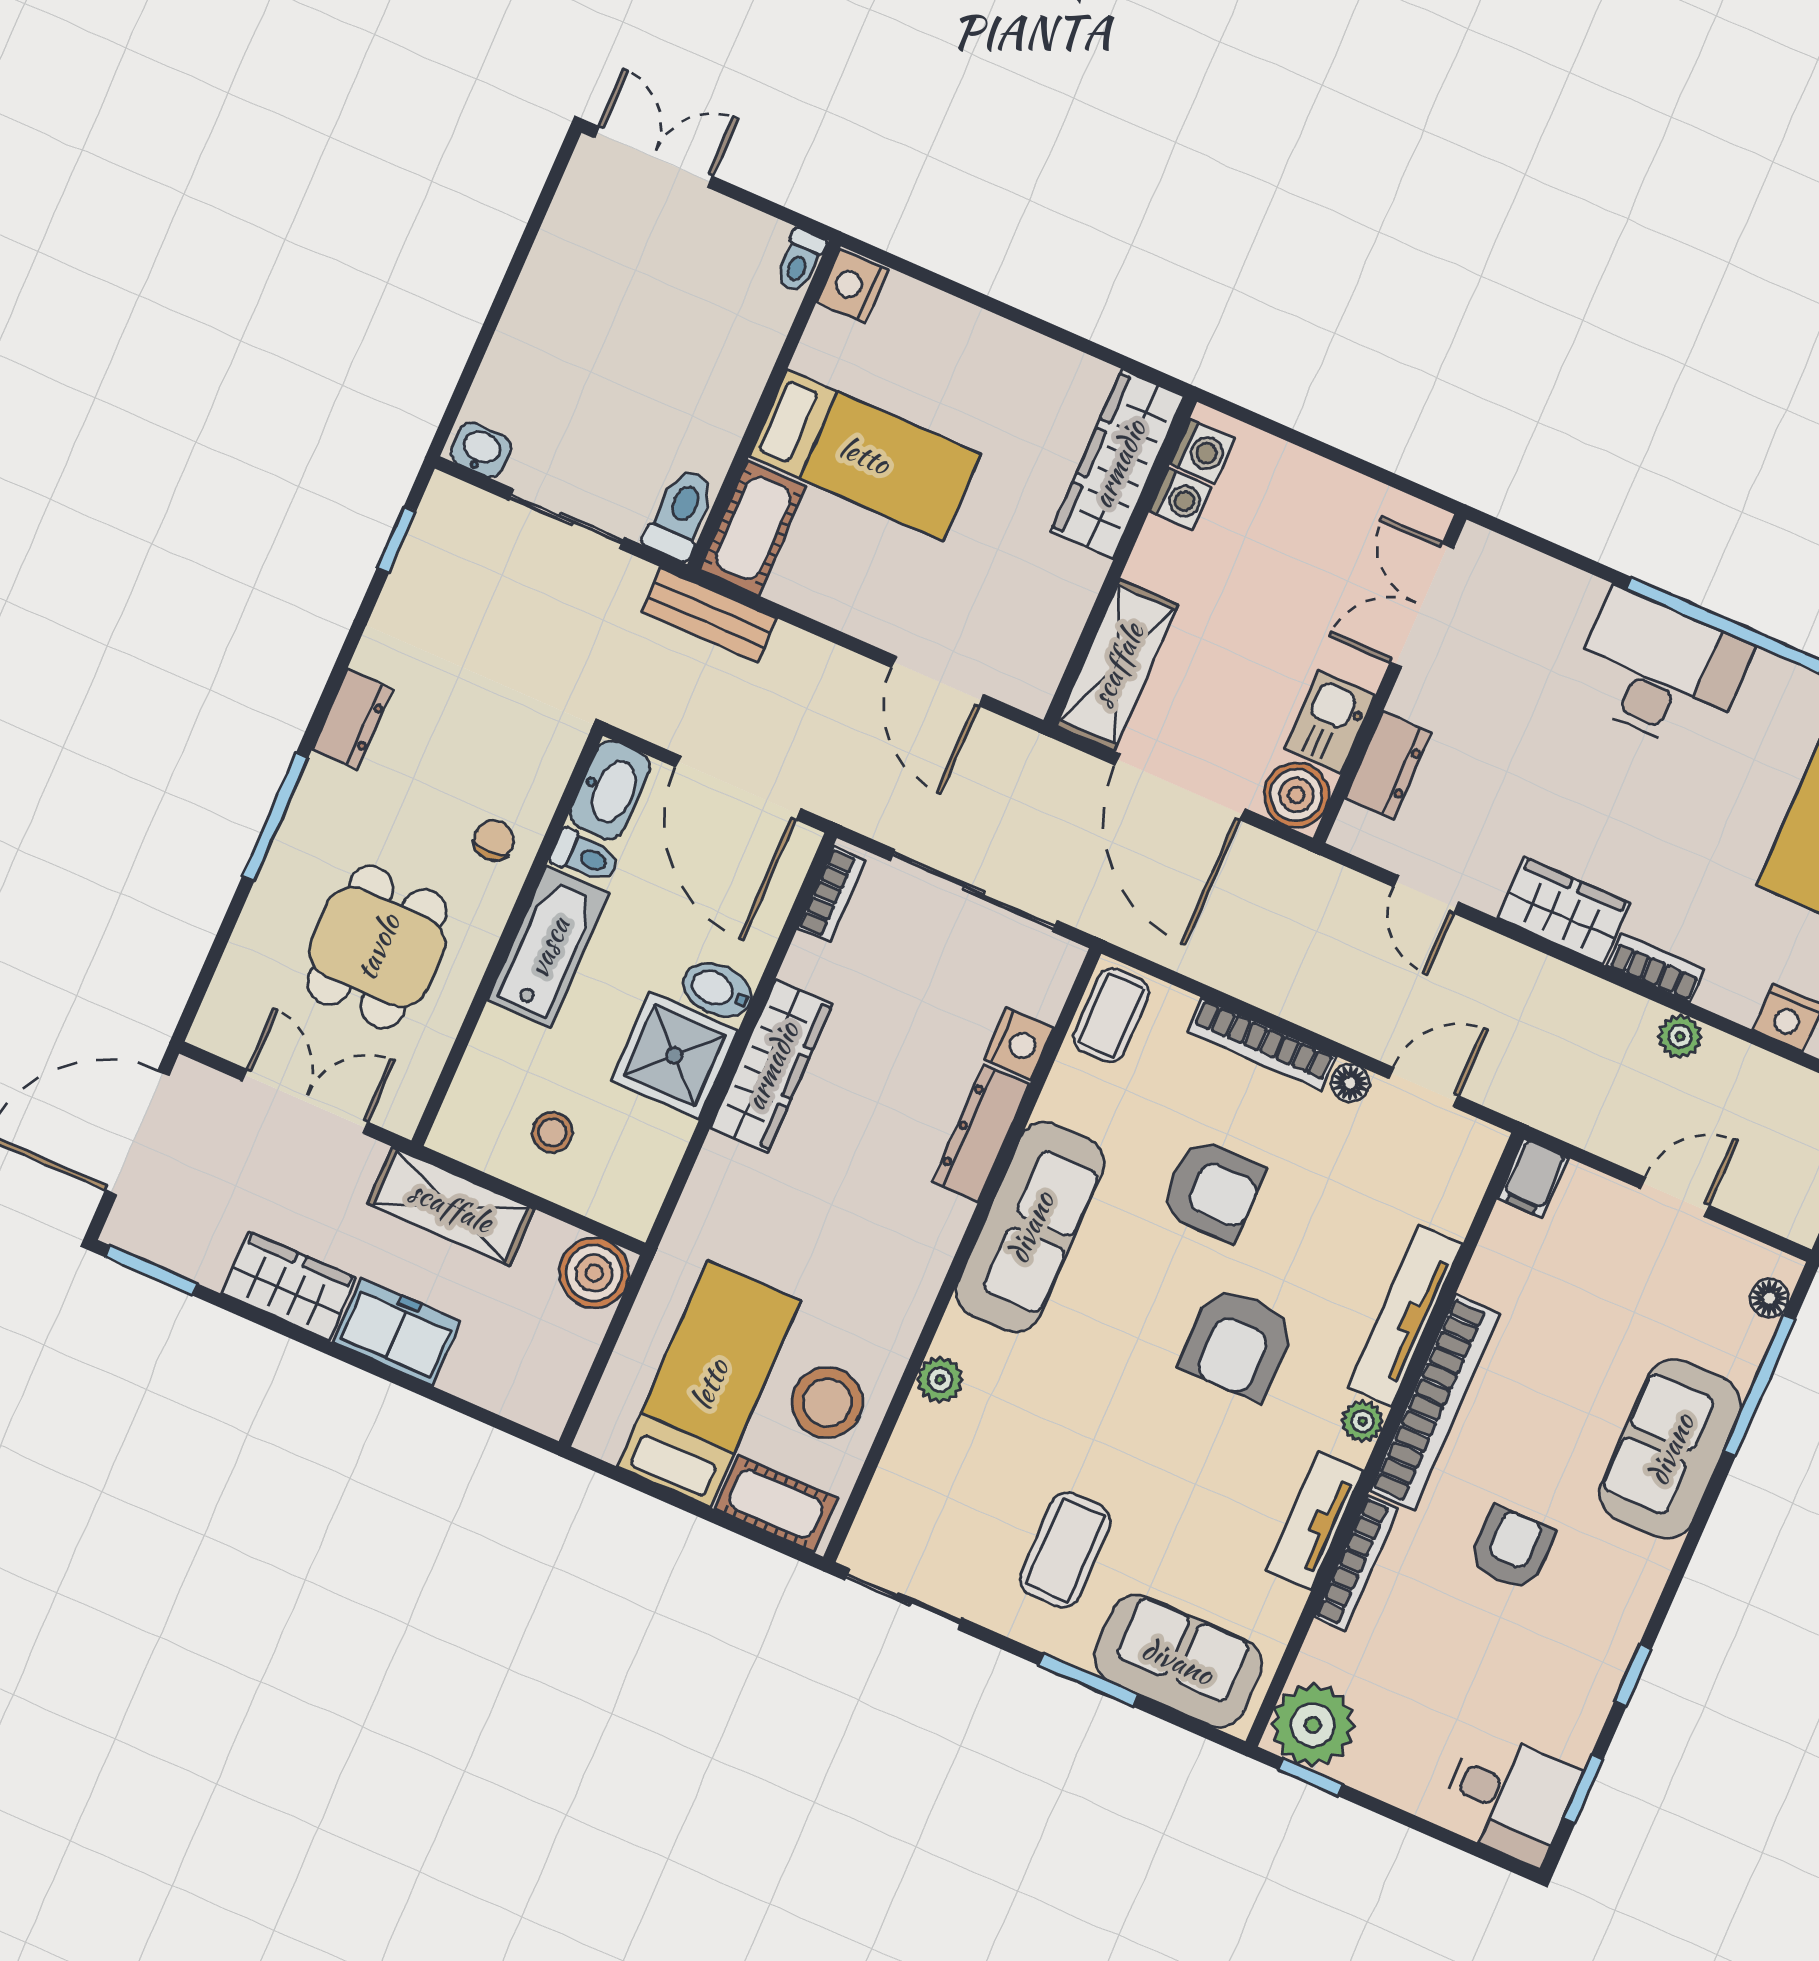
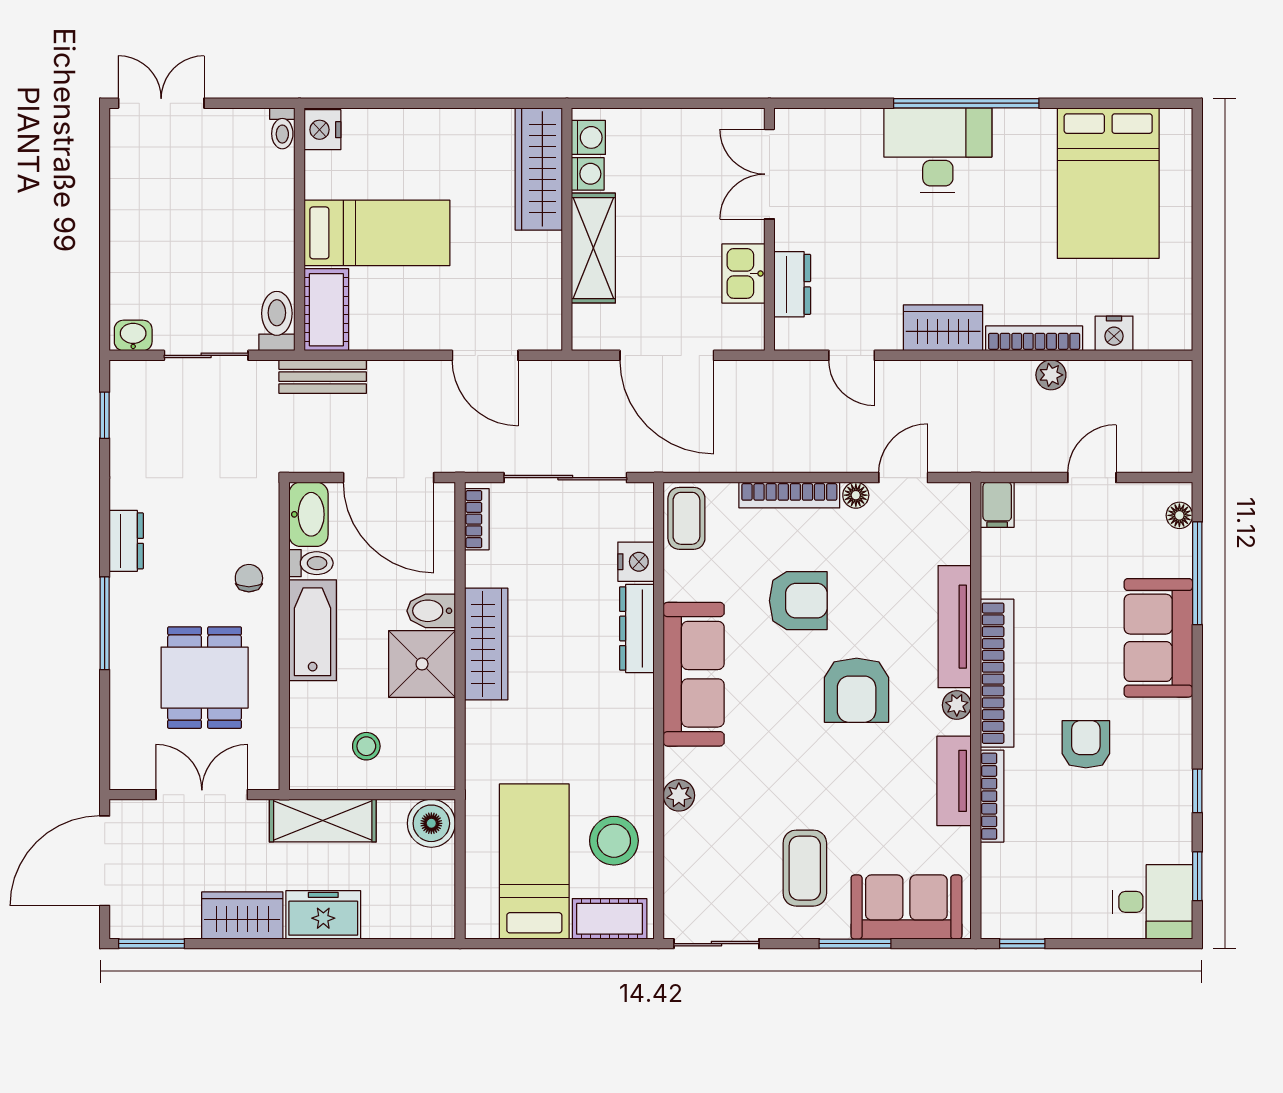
shelving: (1117, 665) -> (593, 248), moved
boiler: (1296, 795) -> (742, 328), removed
bookcase: (1656, 968) -> (1034, 338), width x1.56
plant: (1313, 1725) -> (1009, 910), removed

